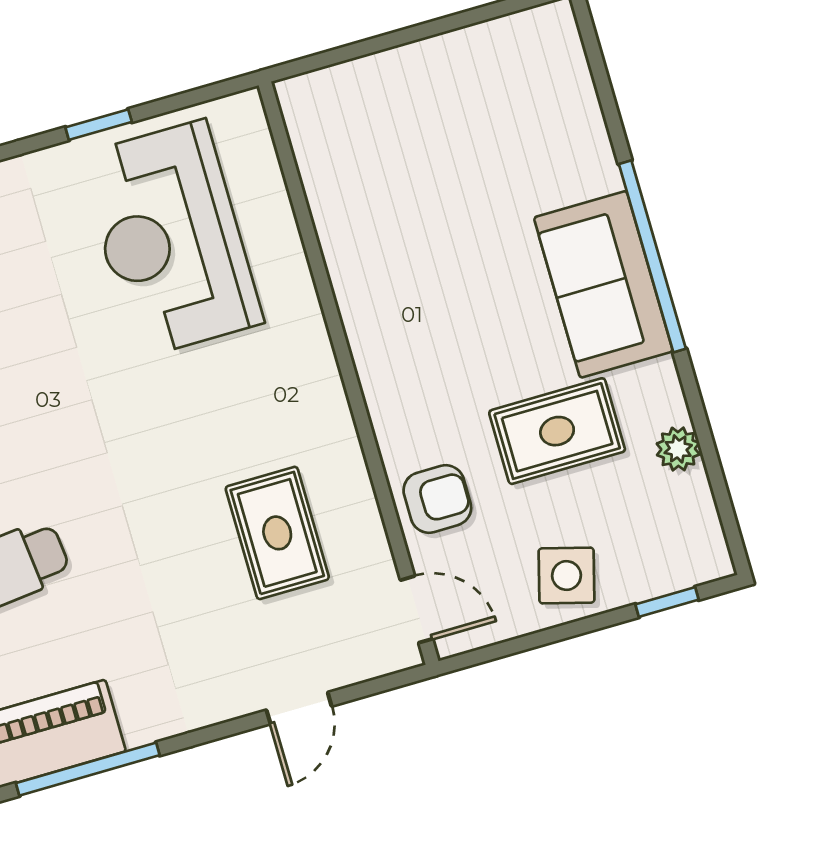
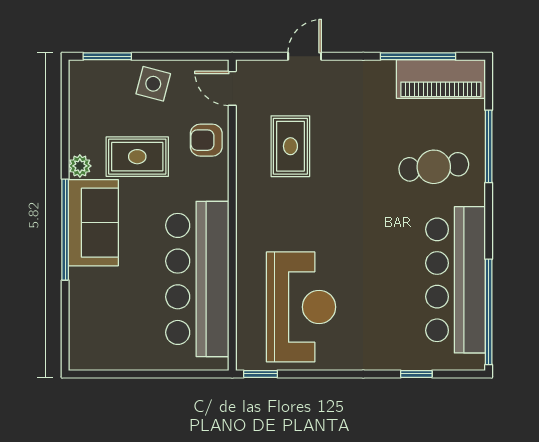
window: (99, 125) -> (261, 374), moved
bar counter: (379, 235) -> (197, 279), added
plant: (678, 449) -> (80, 166), moved
window: (667, 602) -> (107, 56), width x1.50

